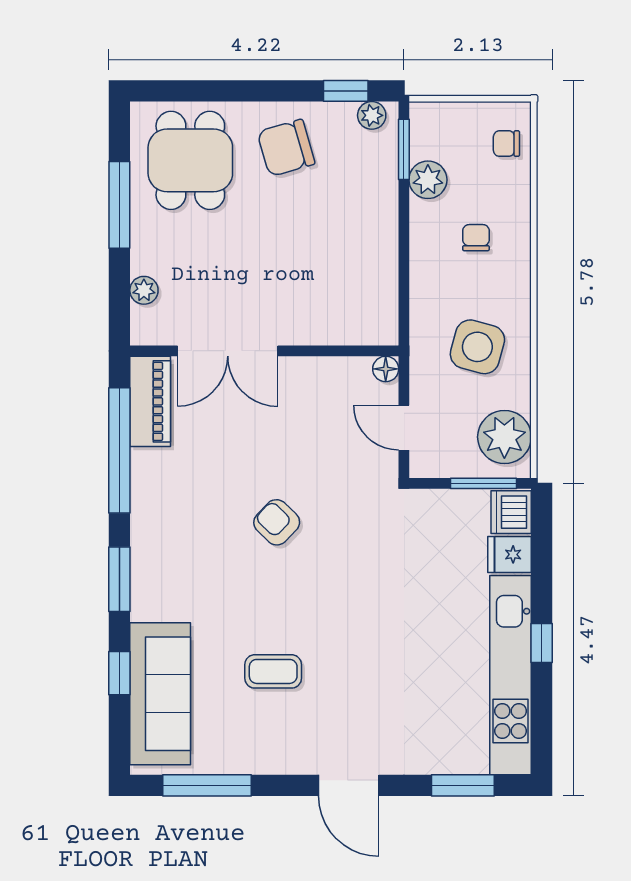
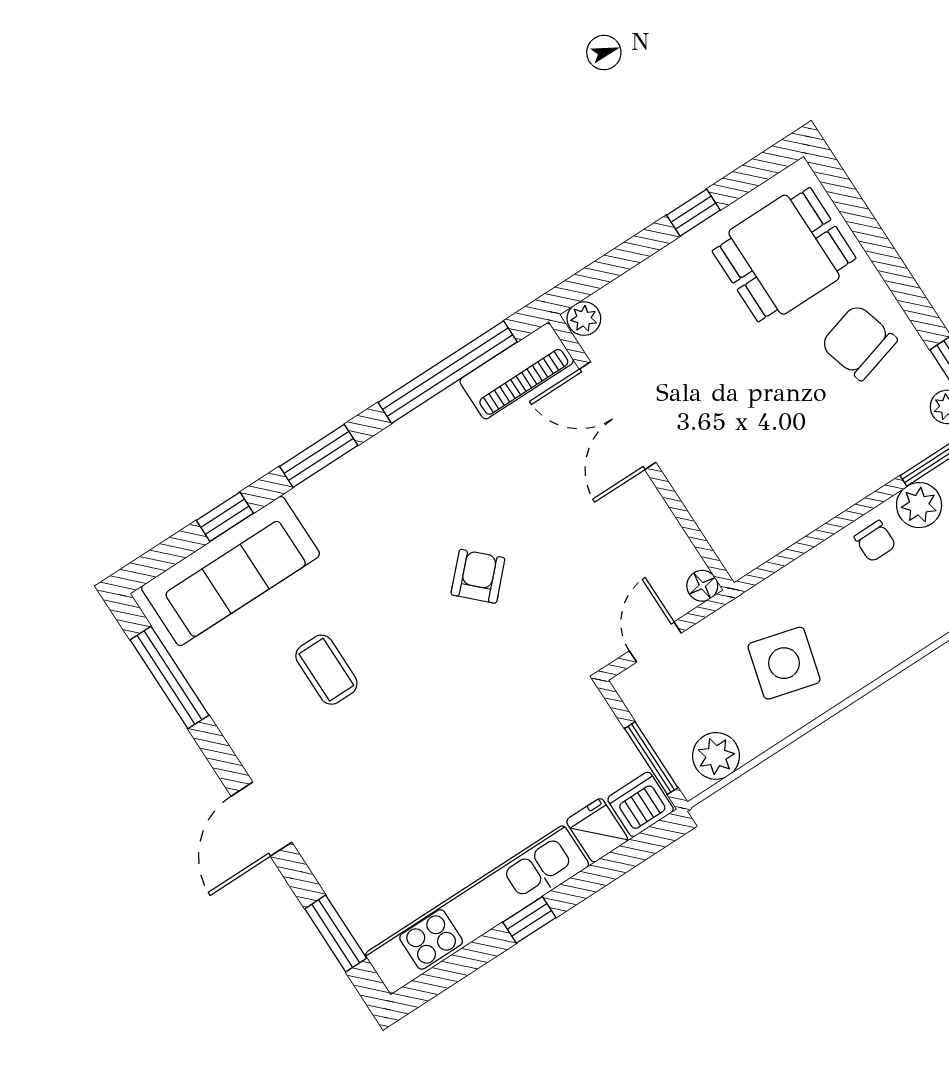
window: (119, 205) -> (693, 213), width x0.46
chair: (476, 238) -> (875, 541), moved, turned 90
plant: (144, 290) -> (584, 319), moved
plant: (504, 437) -> (716, 756), width x0.73, depth x0.73

